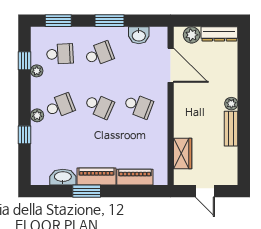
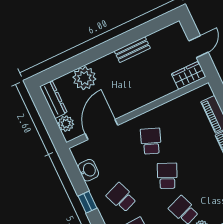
window: (110, 21) -> (88, 202), width x0.67
plant: (231, 104) -> (84, 78), moved, width x1.88, depth x1.88
wardrobe: (183, 154) -> (189, 75), moved

